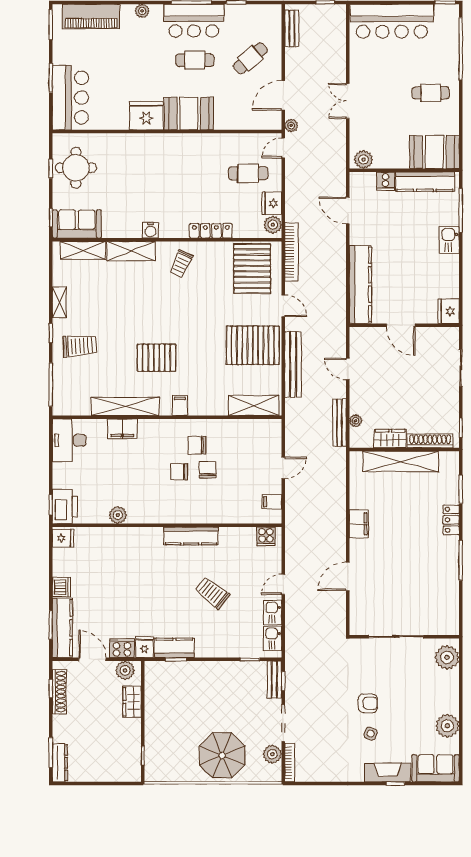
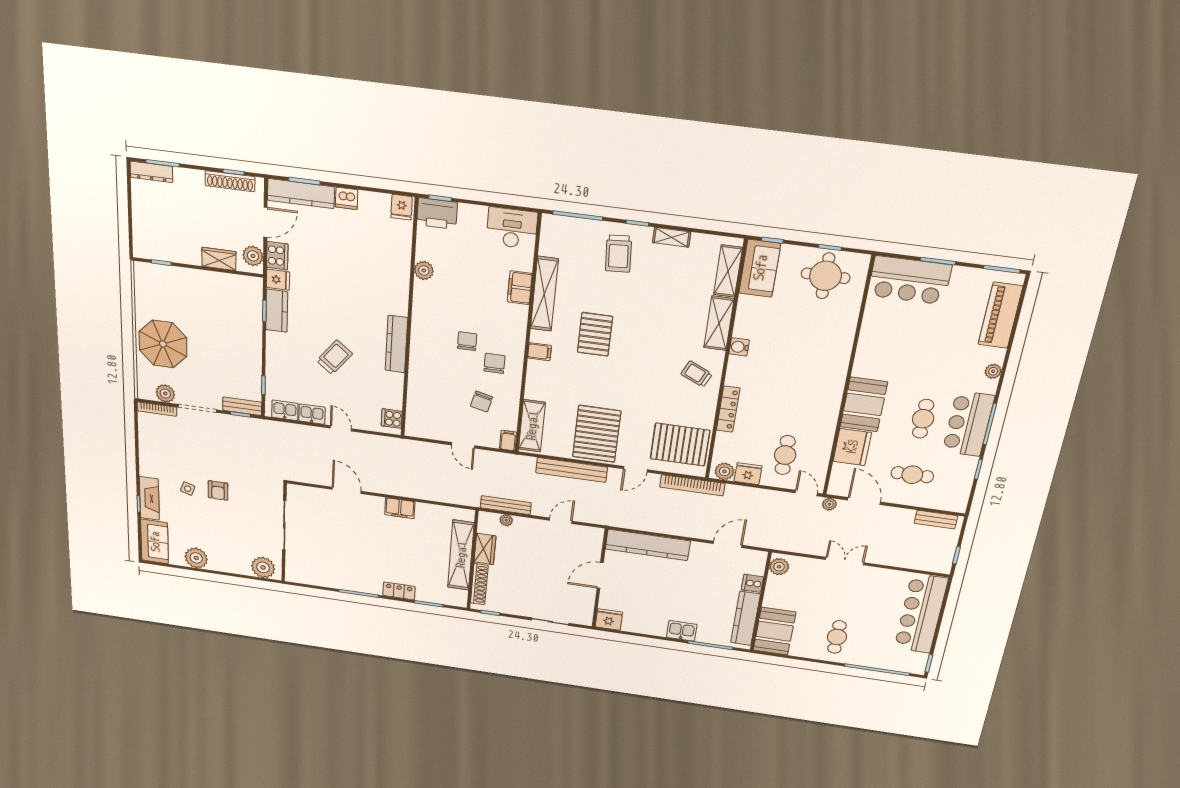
cafe table: (250, 58) -> (912, 475), turned -49
fridge: (146, 116) -> (852, 447), moved
chair: (208, 470) -> (482, 402), moved, turned 104
filing cabinet: (272, 502) -> (508, 441), moved

